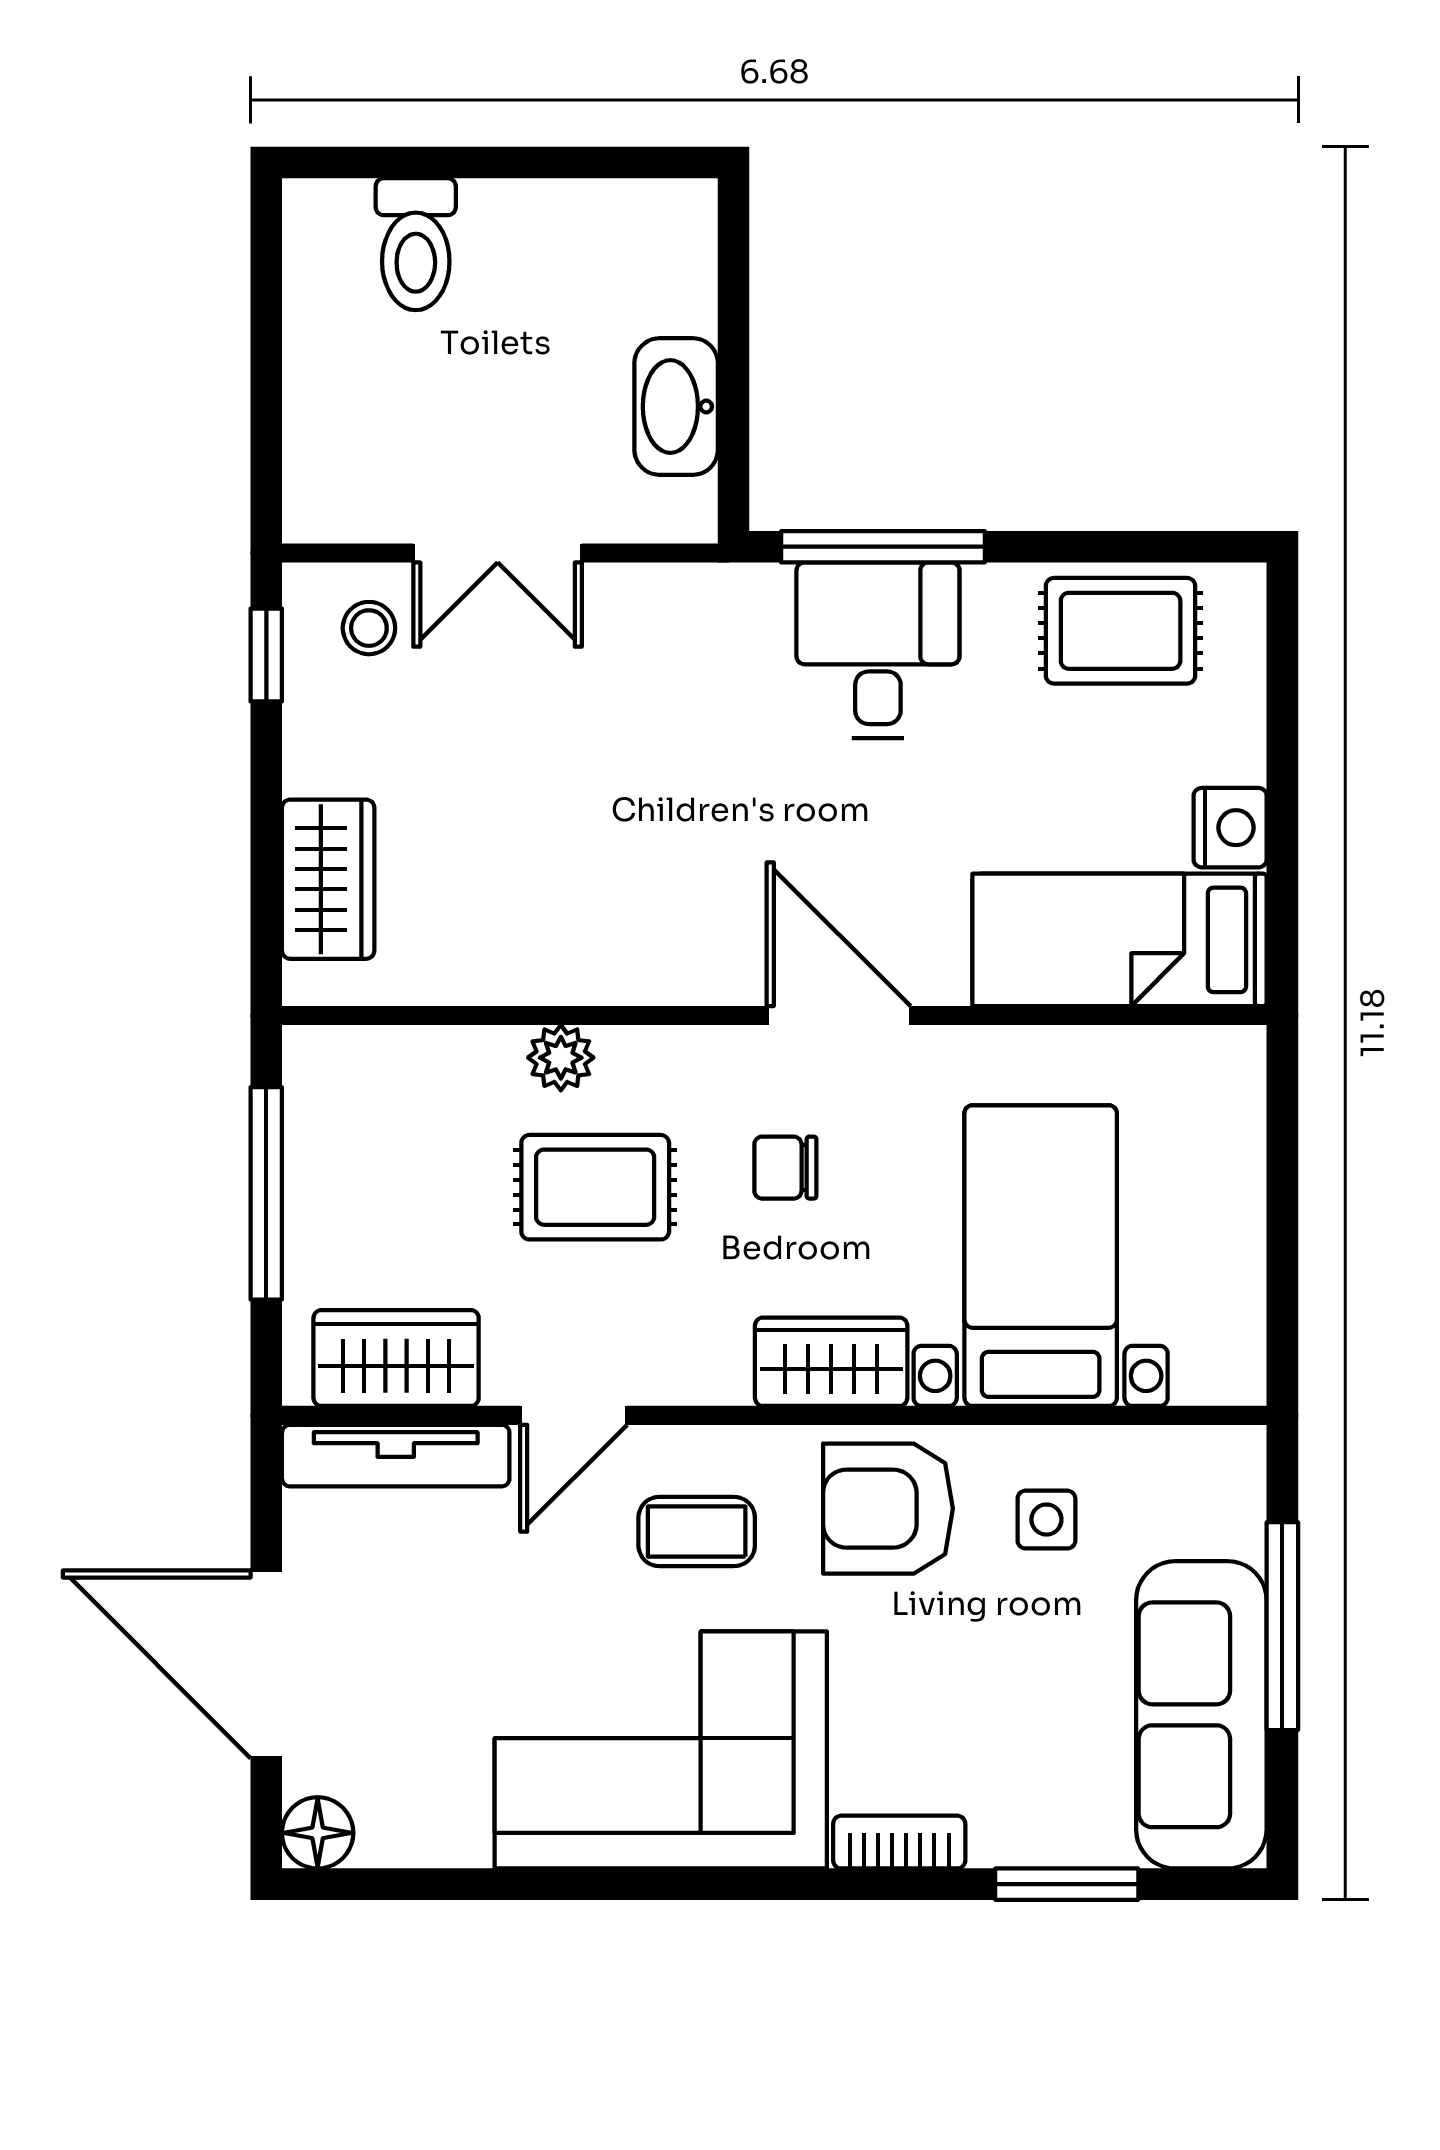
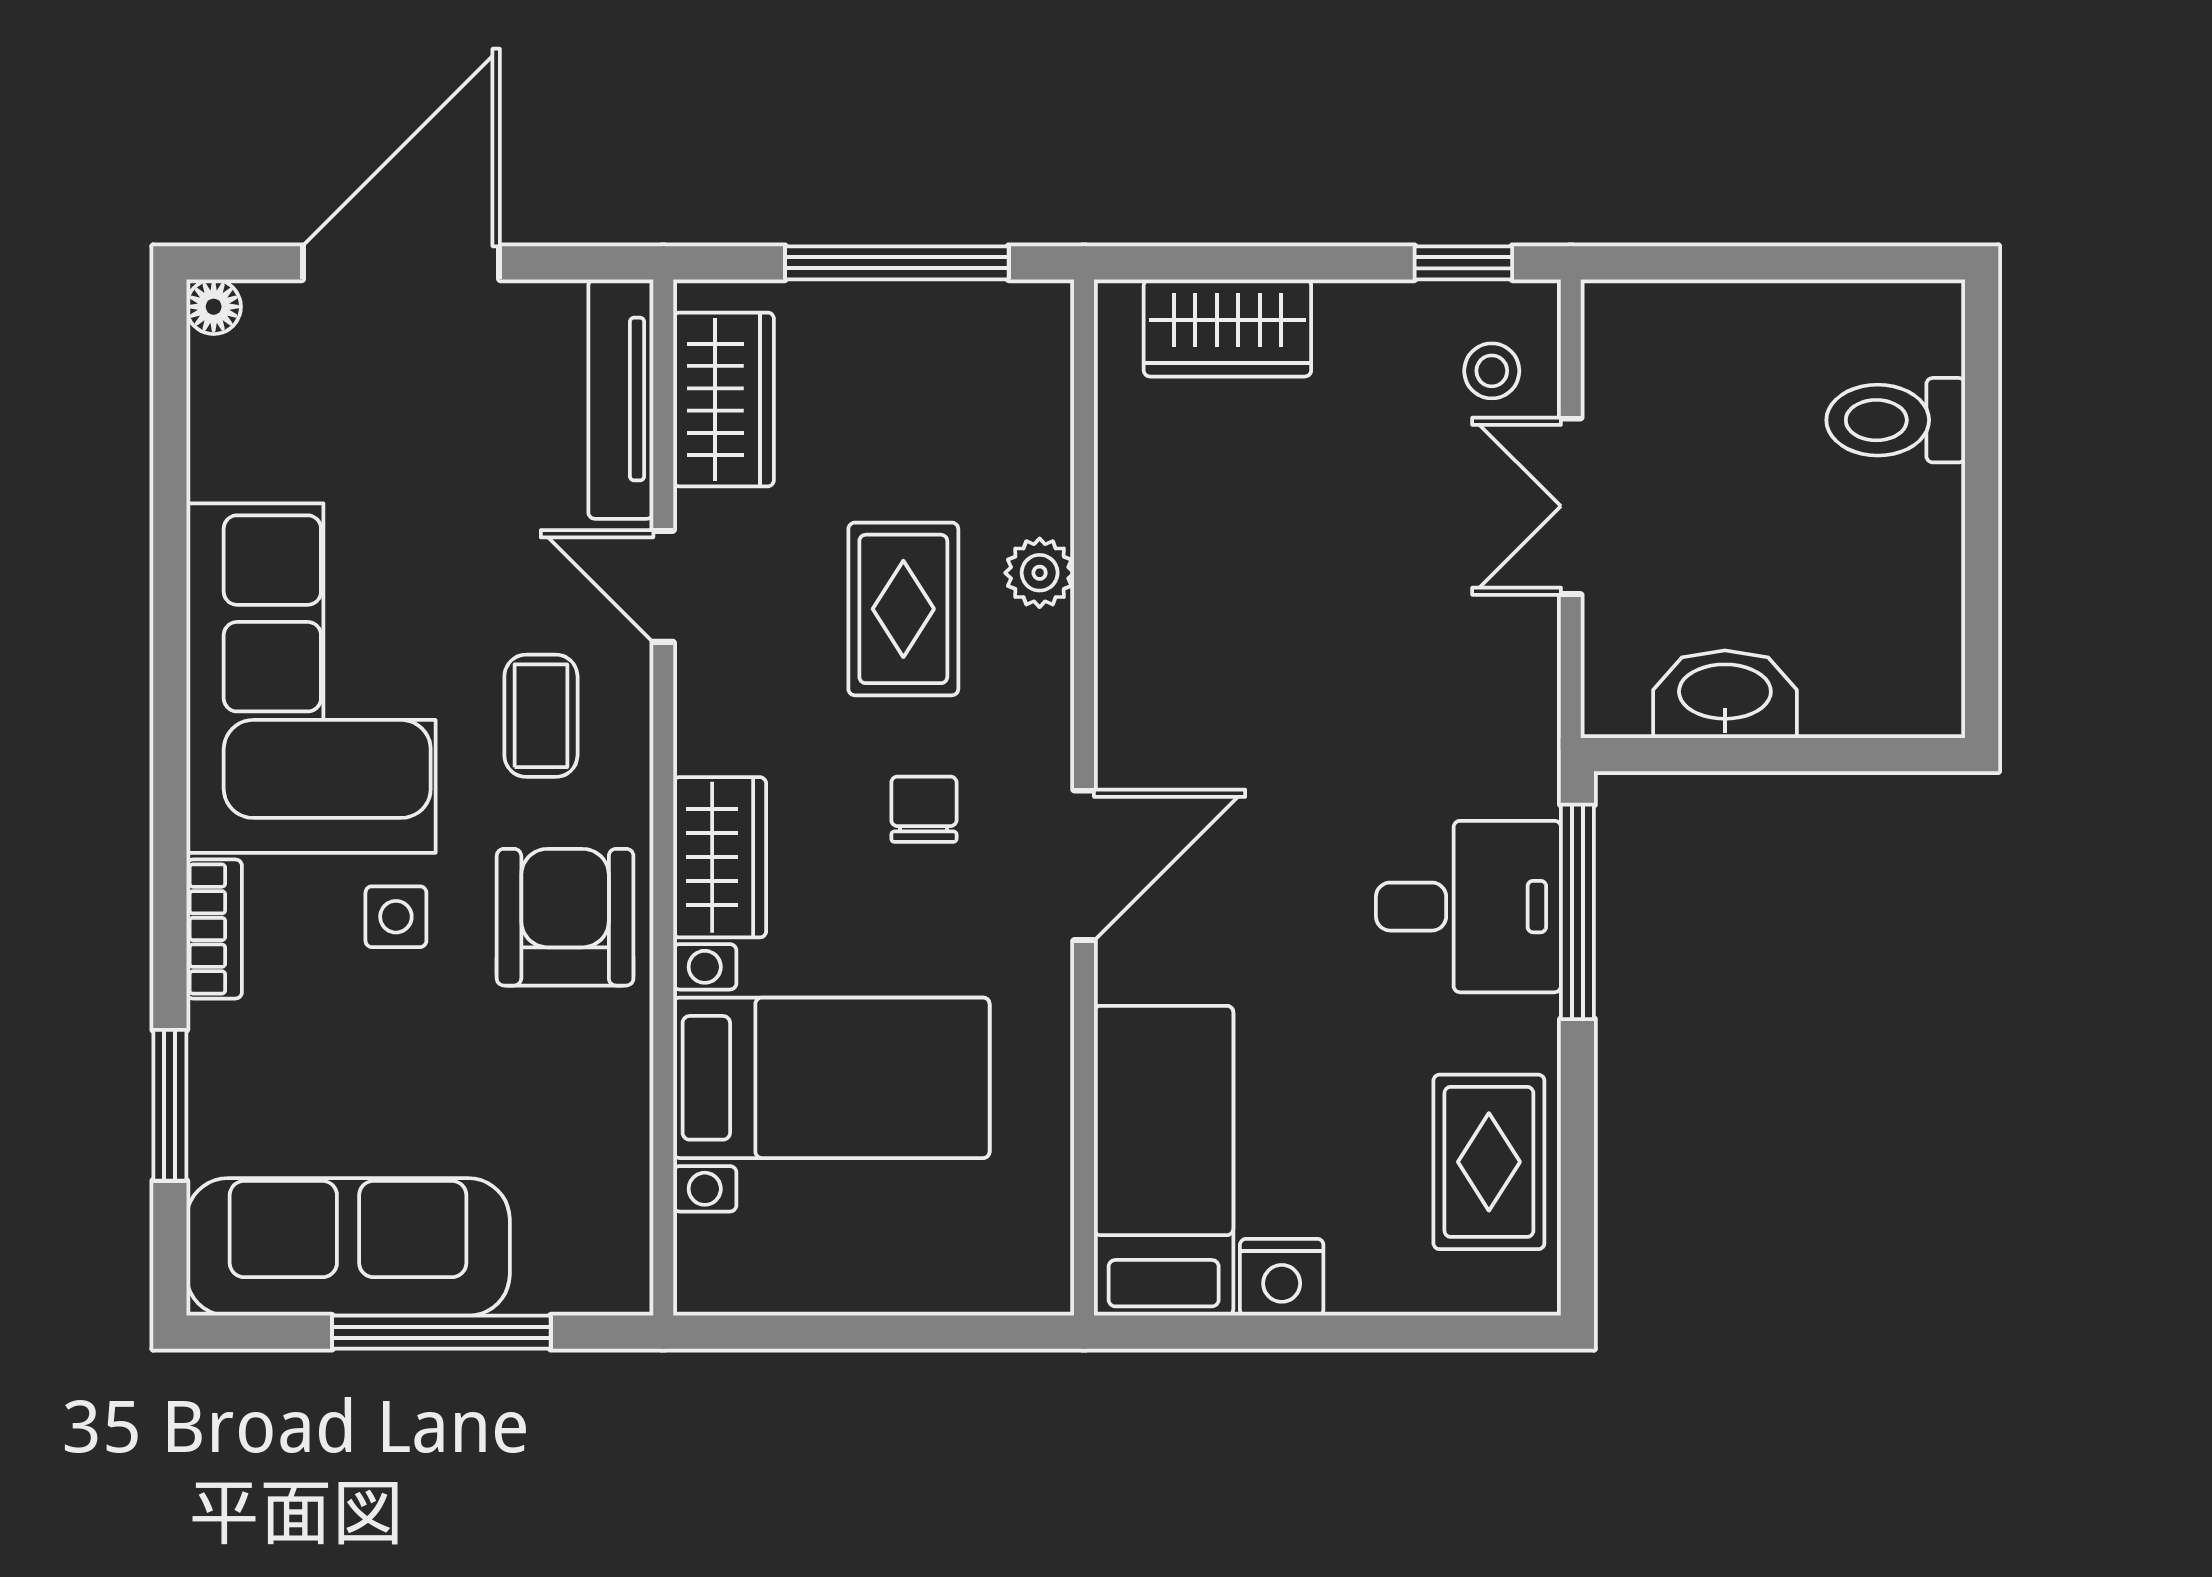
side table: (1046, 1520) -> (396, 917), moved
floor lamp: (318, 1833) -> (214, 307), width x0.73, depth x0.73

